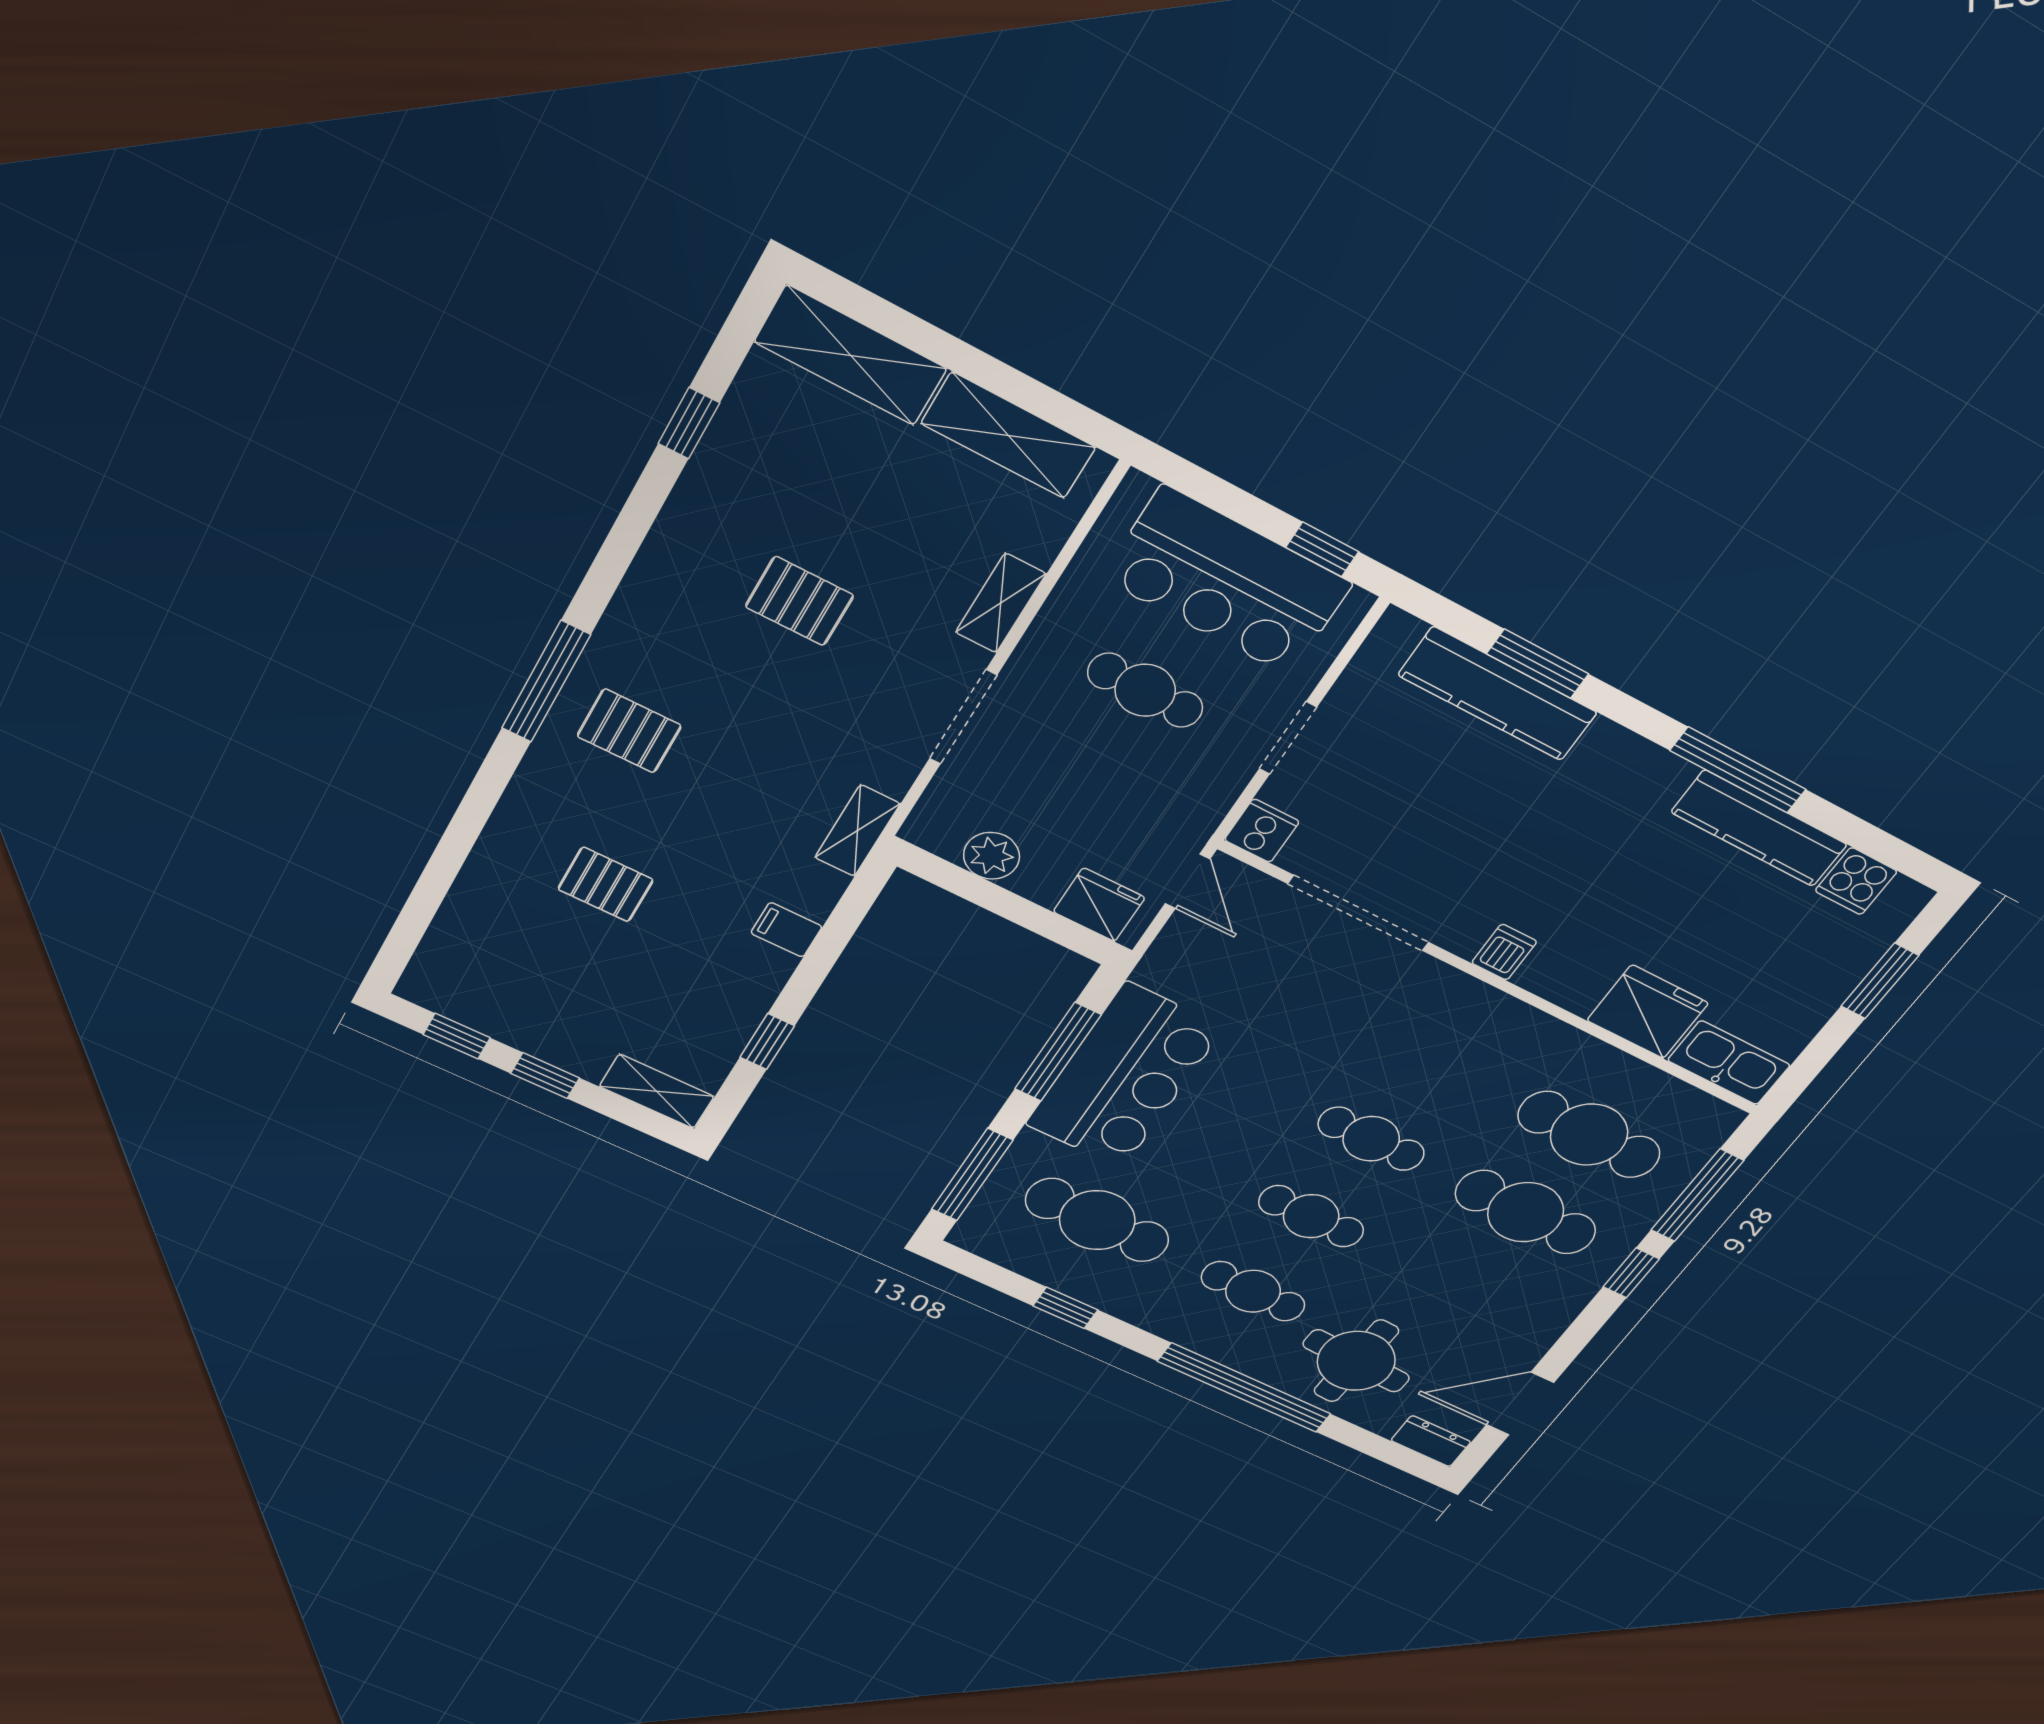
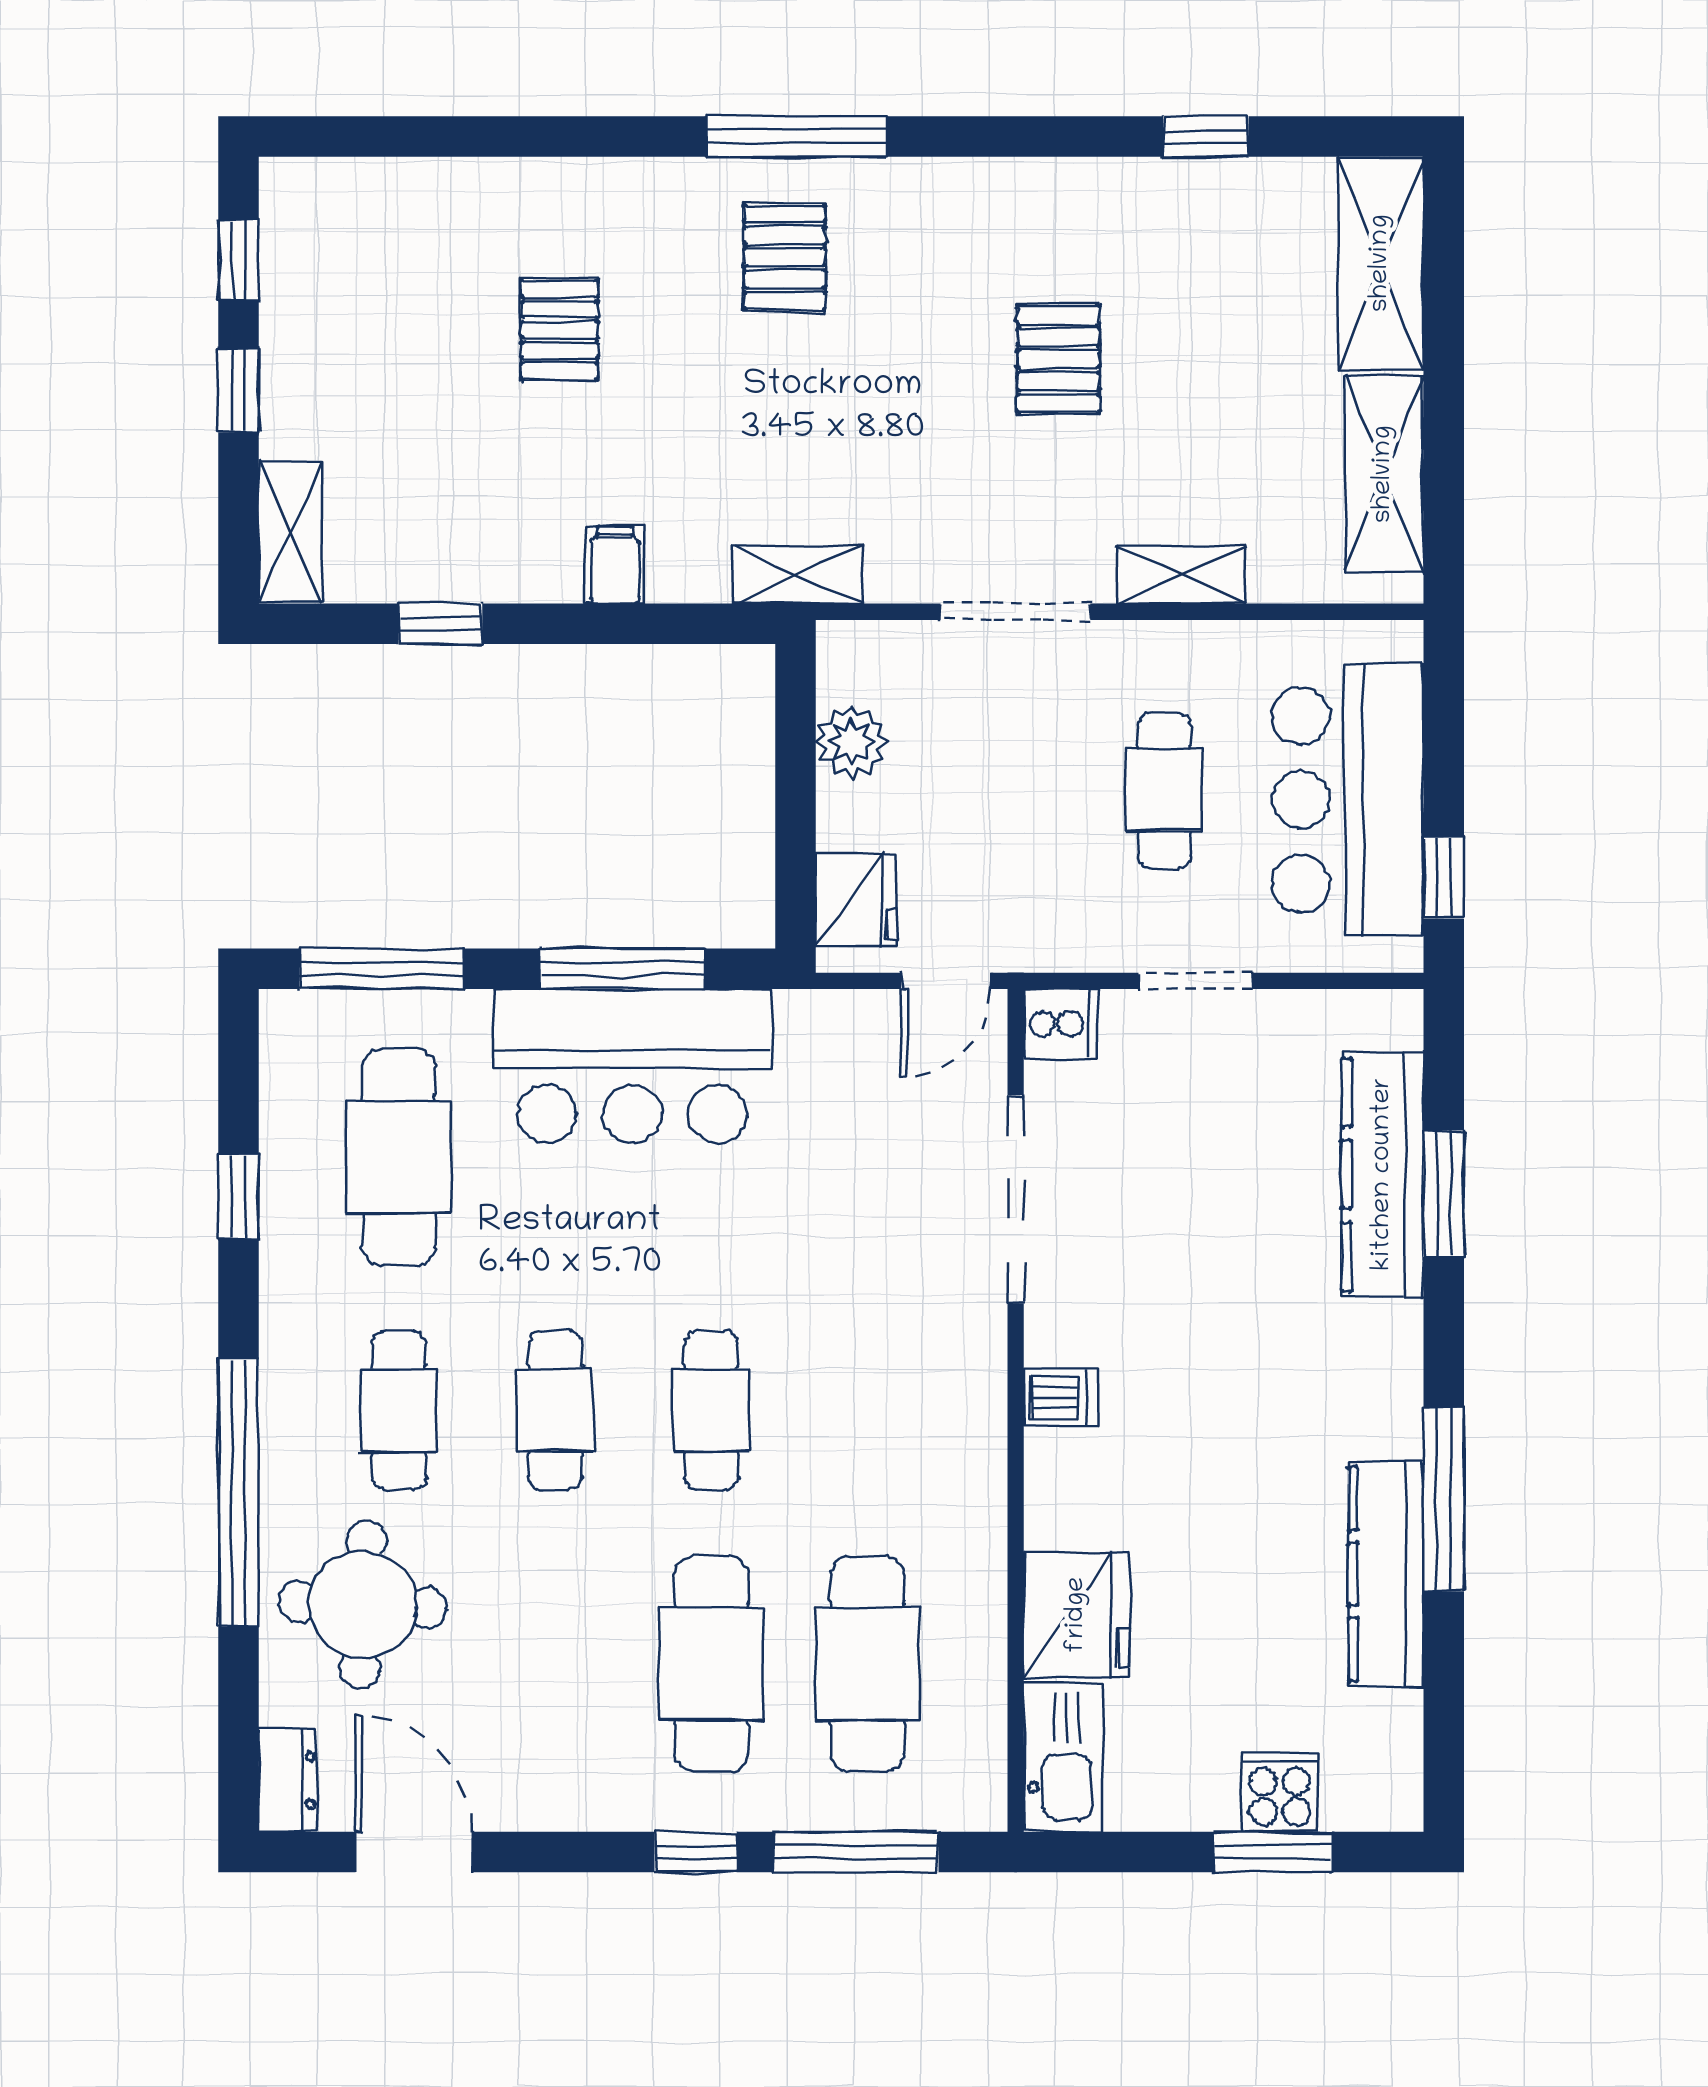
cooker: (1856, 881) -> (1280, 1792), moved, turned 90

